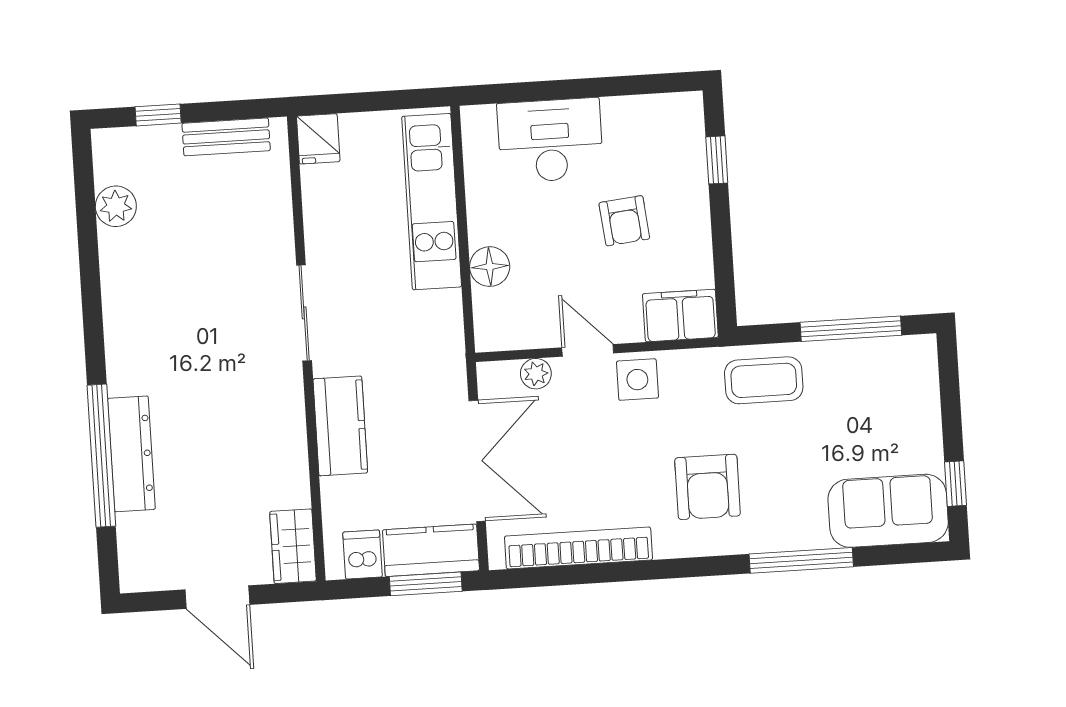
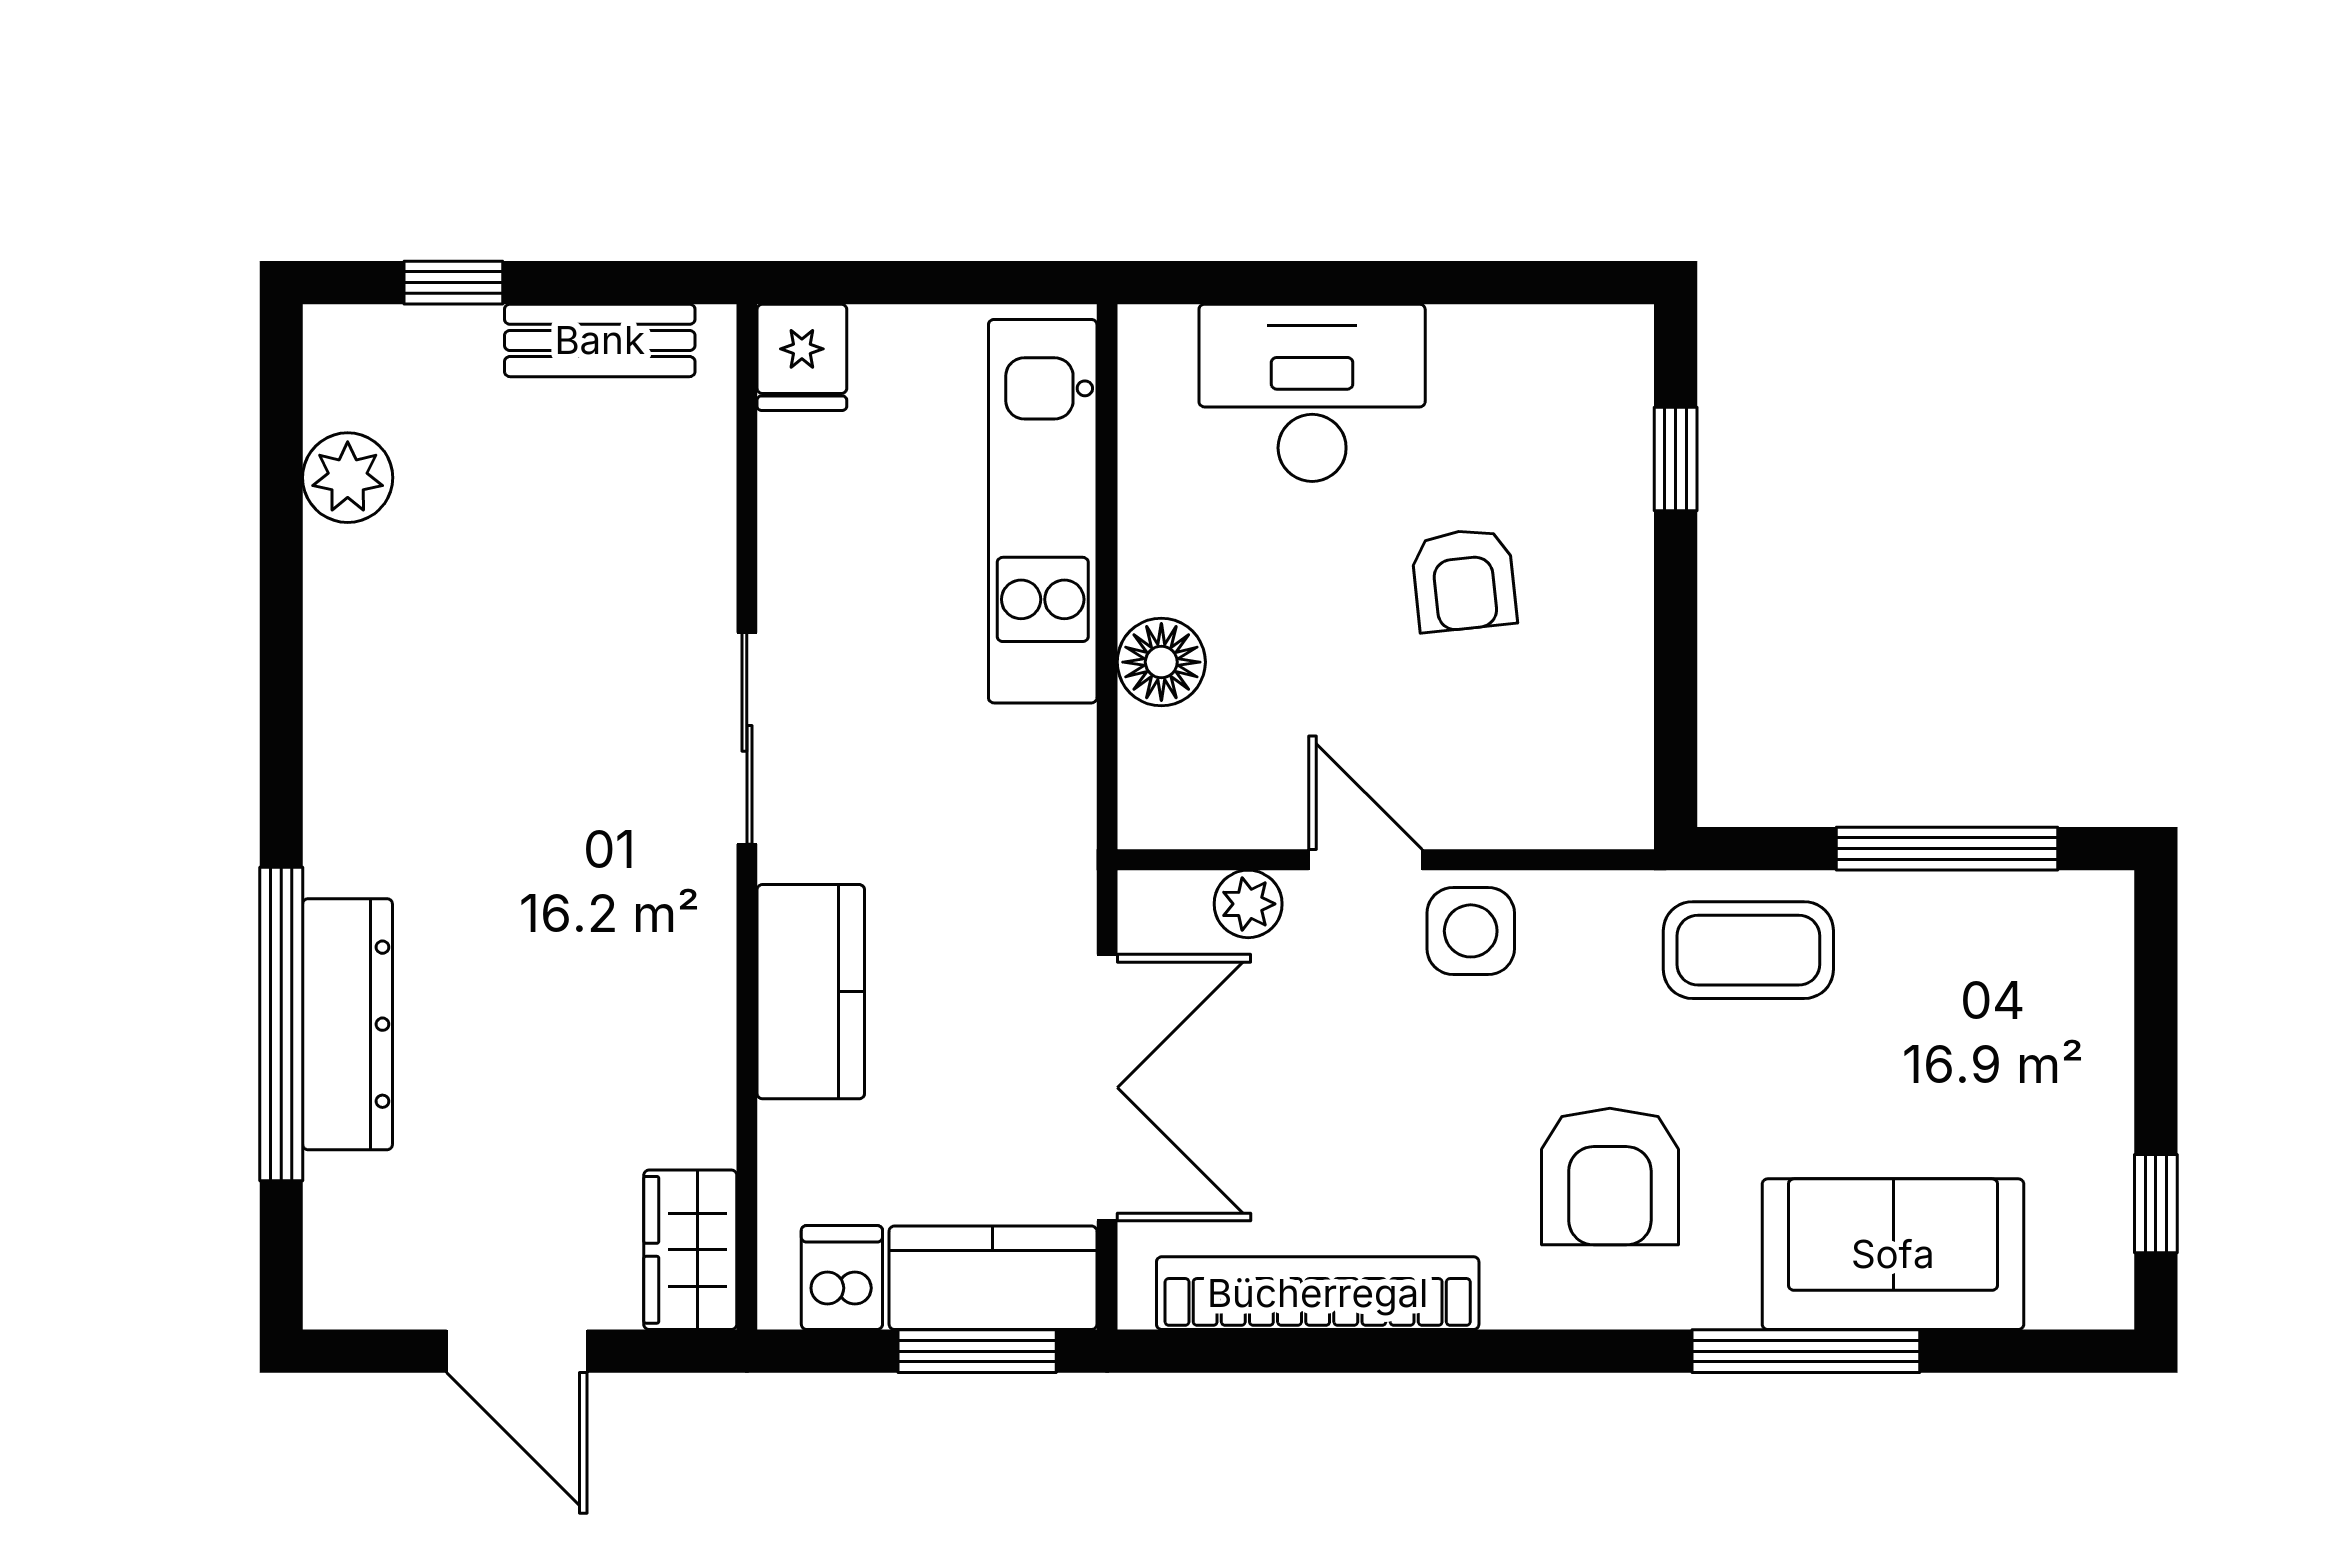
filing cabinet: (680, 316) -> (1574, 796), removed
sofa: (888, 511) -> (1893, 1254), moved

